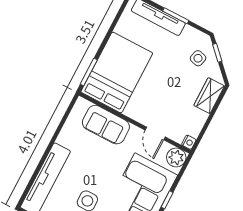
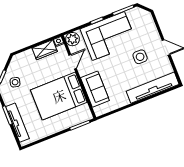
bed: (117, 72) -> (59, 96), moved
wardrobe: (209, 96) -> (45, 50), moved

